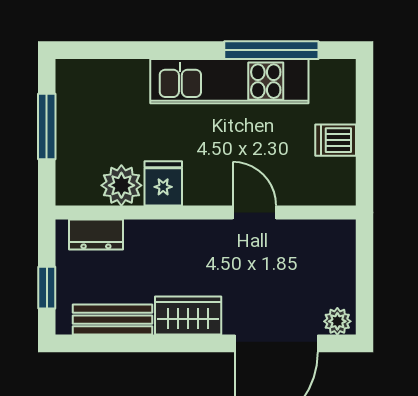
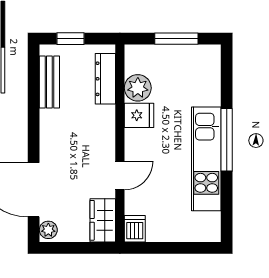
window: (271, 50) -> (227, 140), moved
dishwasher: (336, 140) -> (135, 229), moved
dresser: (96, 235) -> (105, 79), width x1.44
wardrobe: (188, 316) -> (103, 220), moved, turned 180

